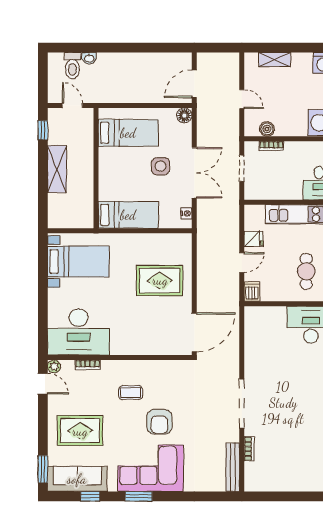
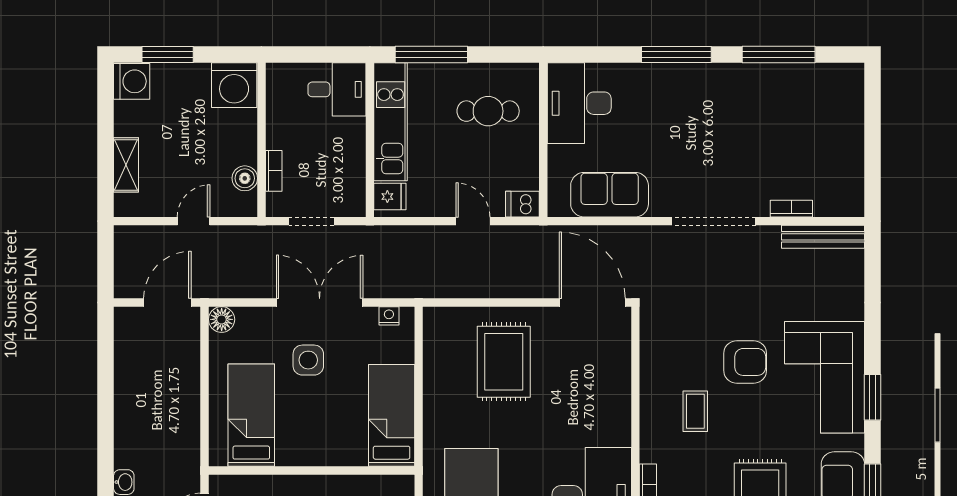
door: (194, 84) -> (167, 302), swing flipped
fridge: (254, 239) -> (390, 197), moved, turned 90
sofa: (257, 342) -> (610, 195), added

